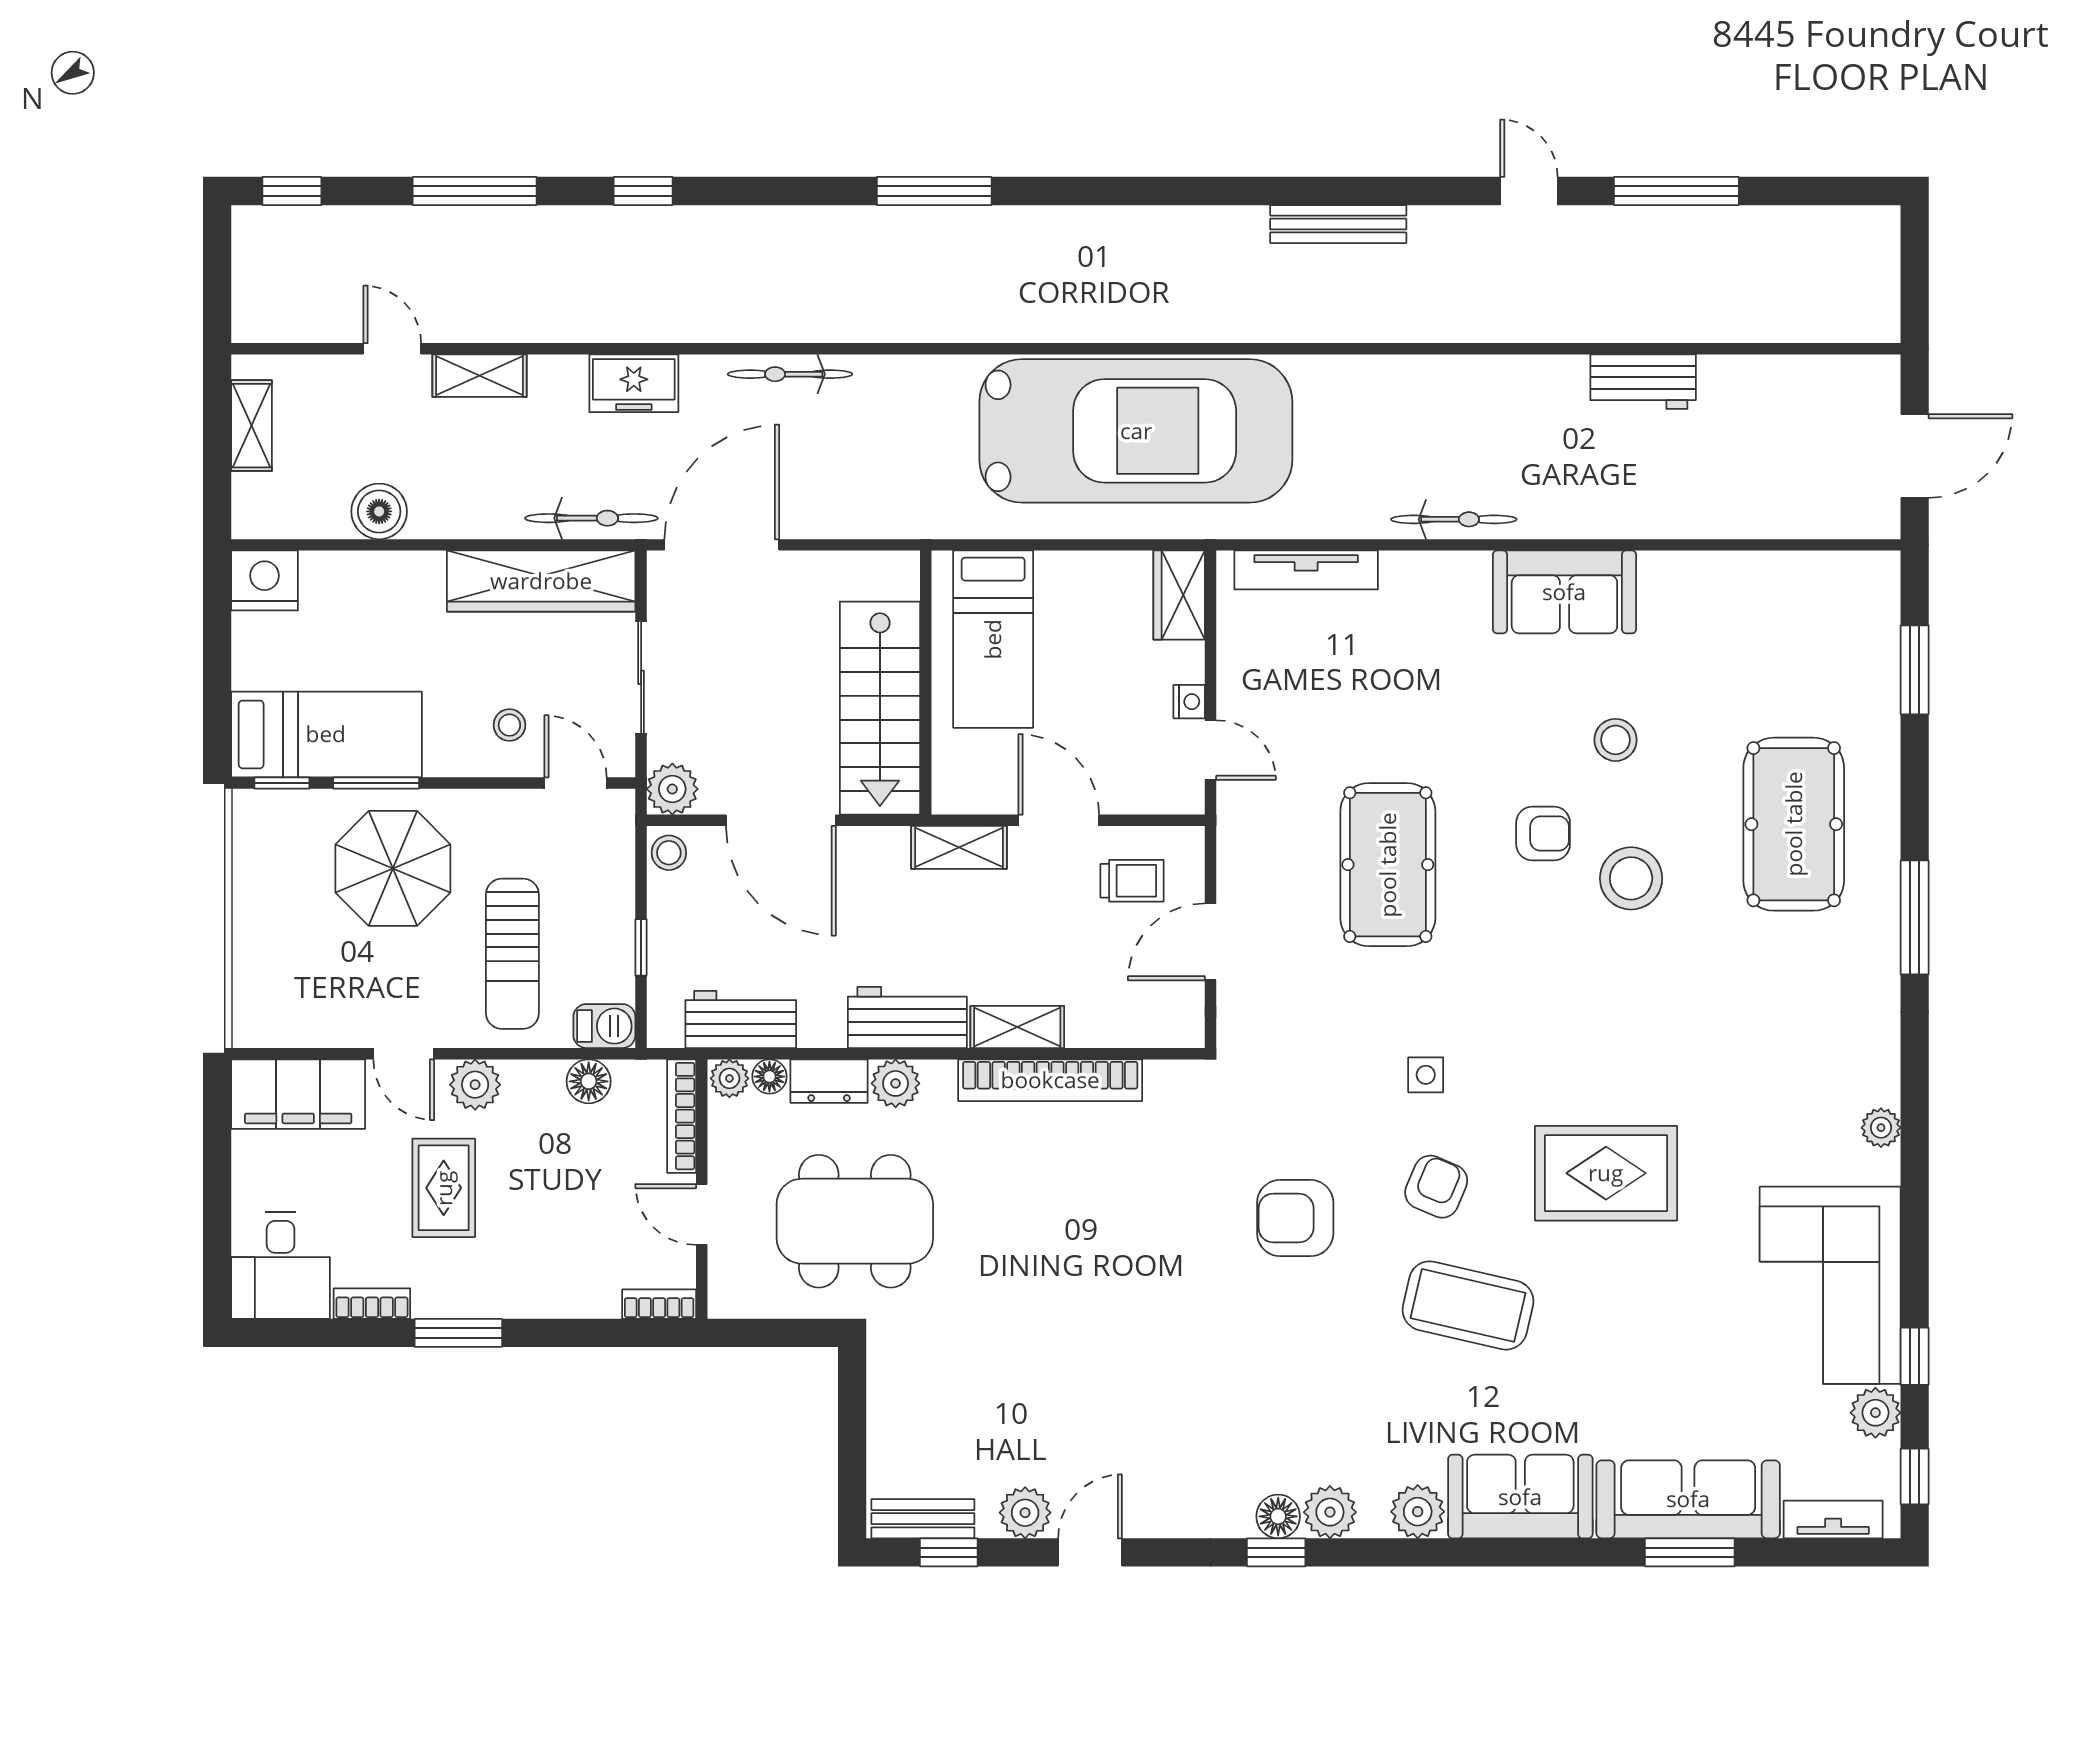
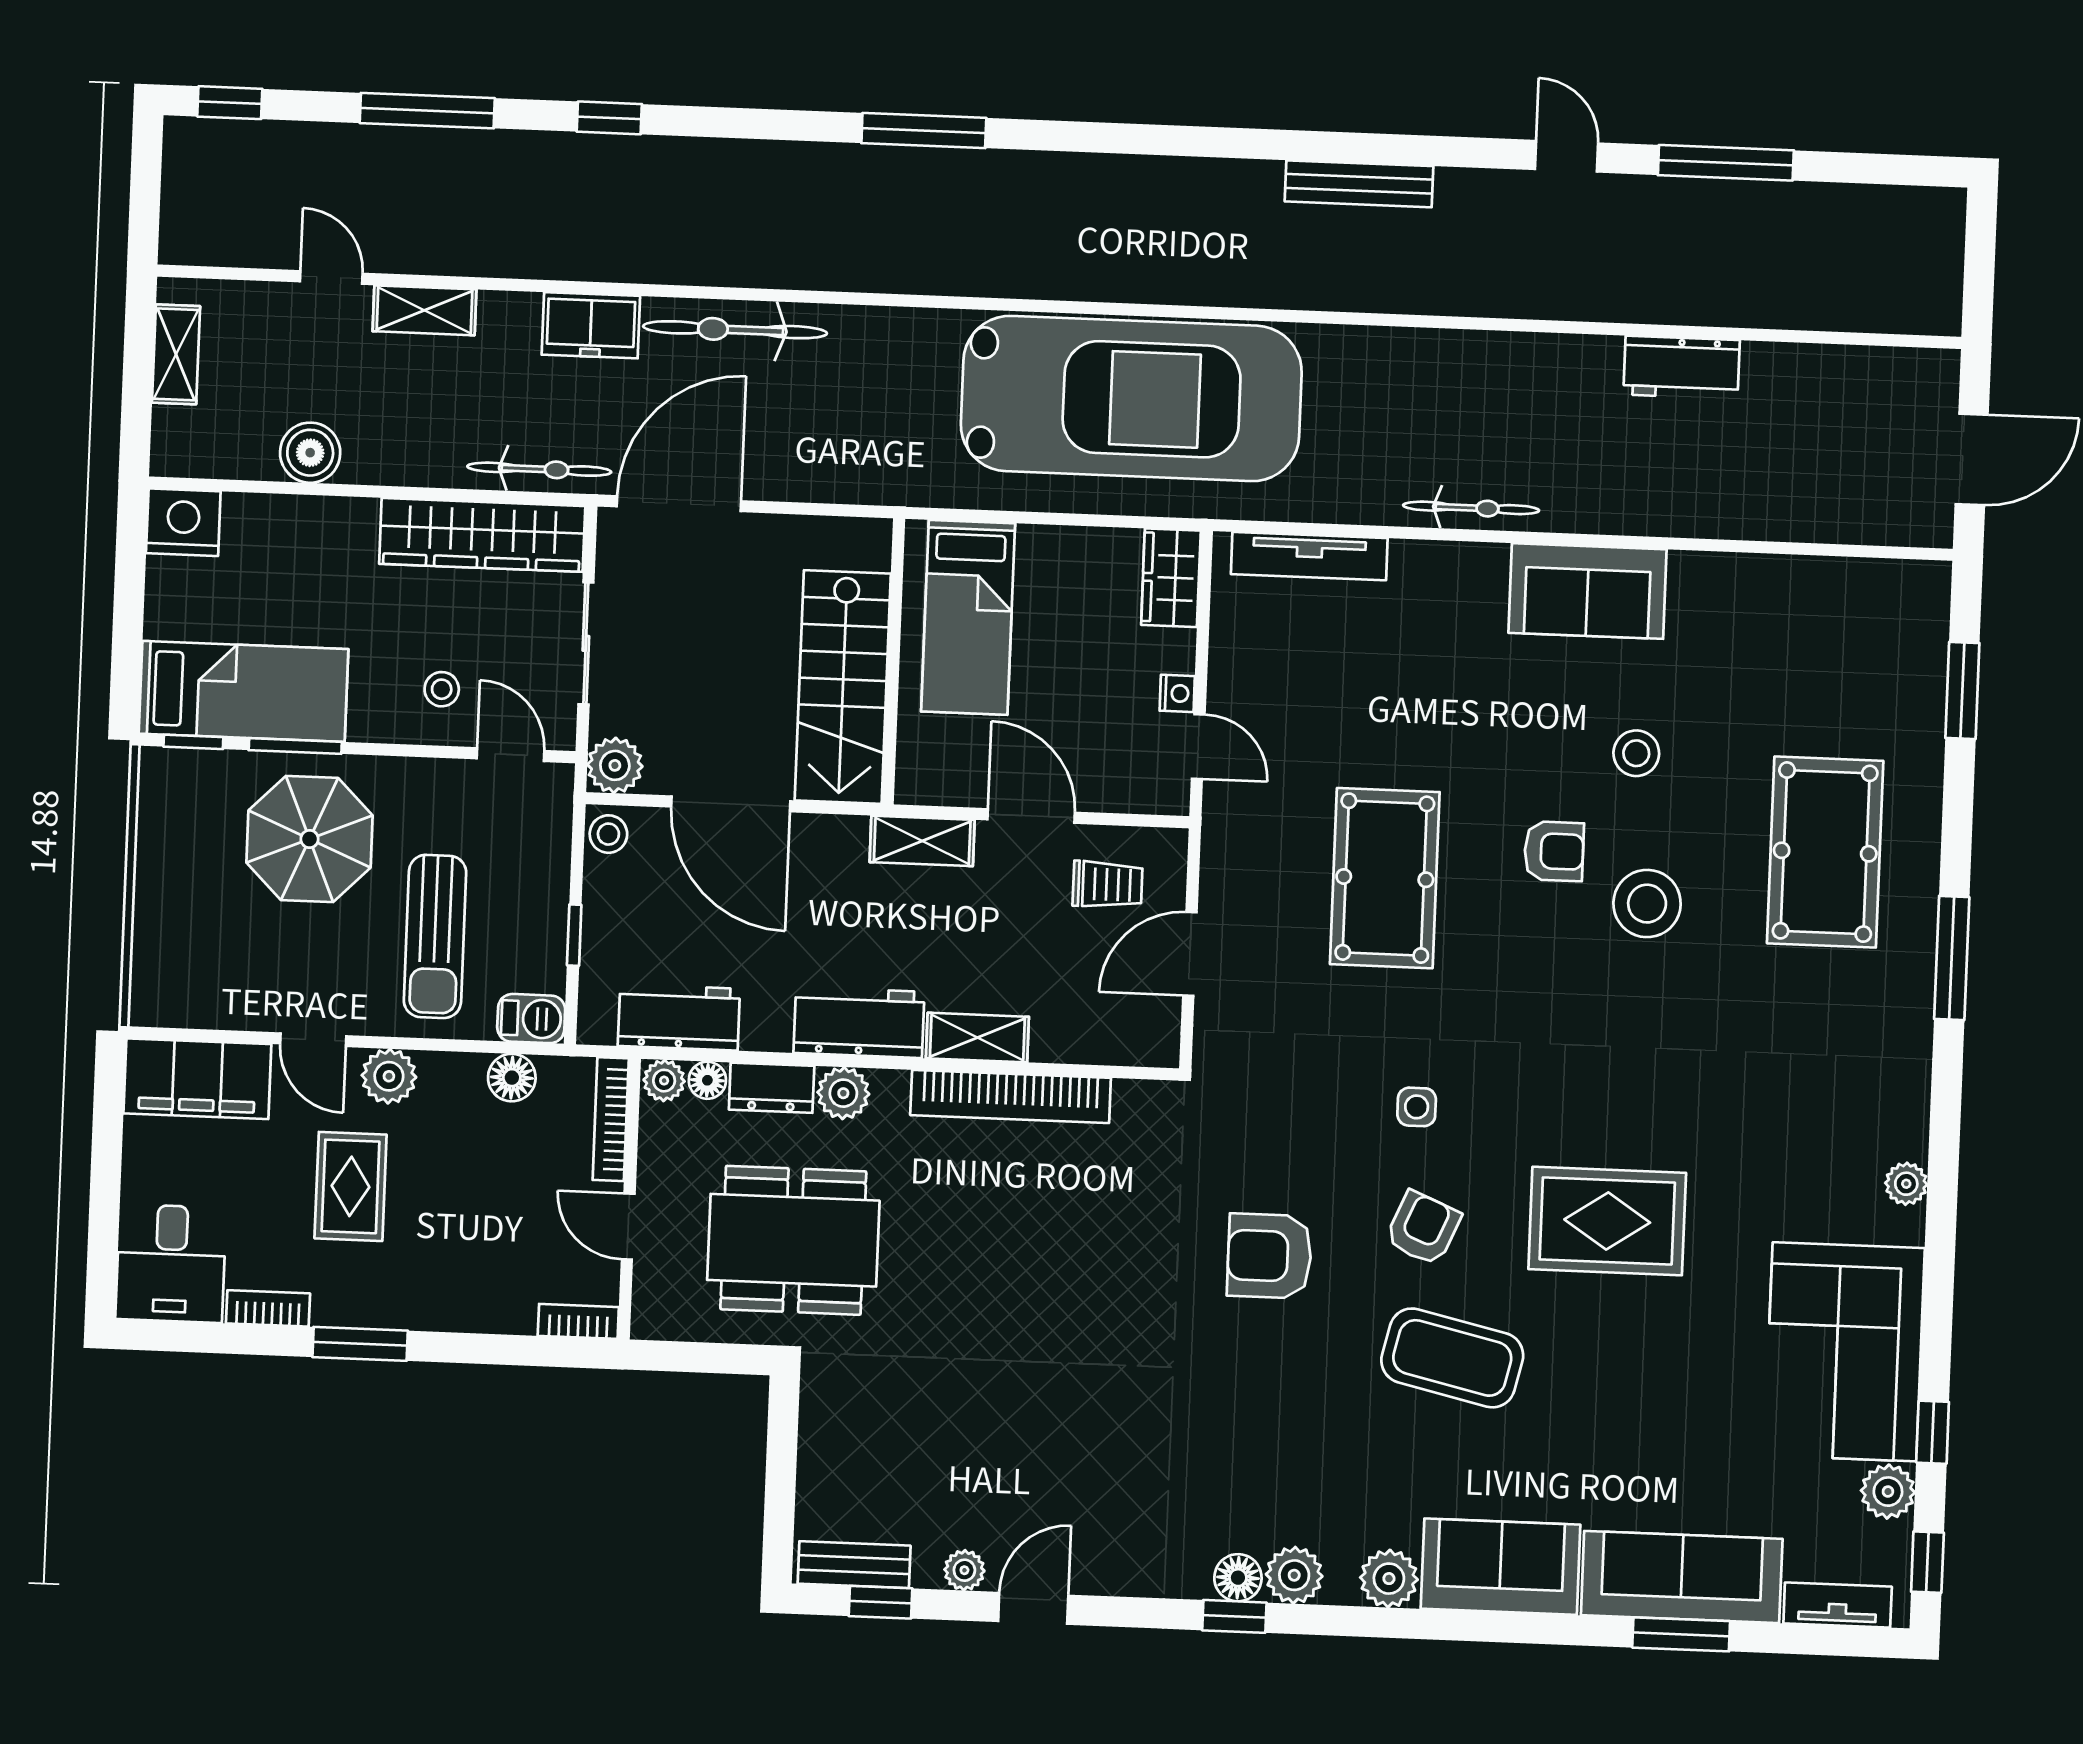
bicycle: (790, 374) -> (735, 330), width x1.37, depth x1.40
plant: (1025, 1513) -> (964, 1570), width x0.73, depth x0.73

